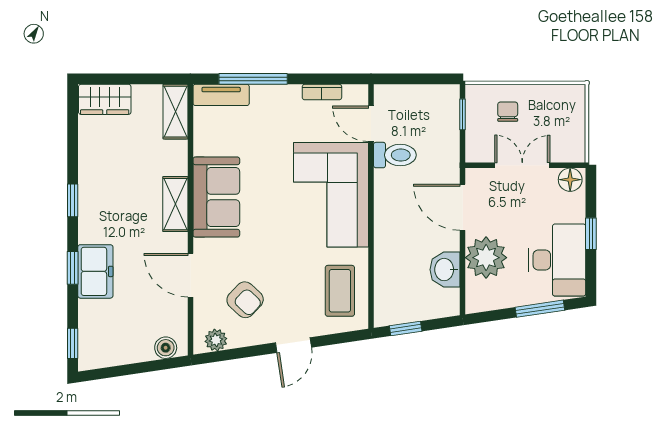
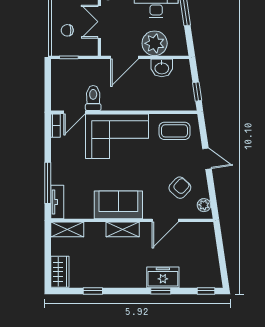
bookcase: (322, 92) -> (55, 126), moved
window: (73, 200) -> (93, 291), moved
boiler: (166, 348) -> (209, 235), removed

